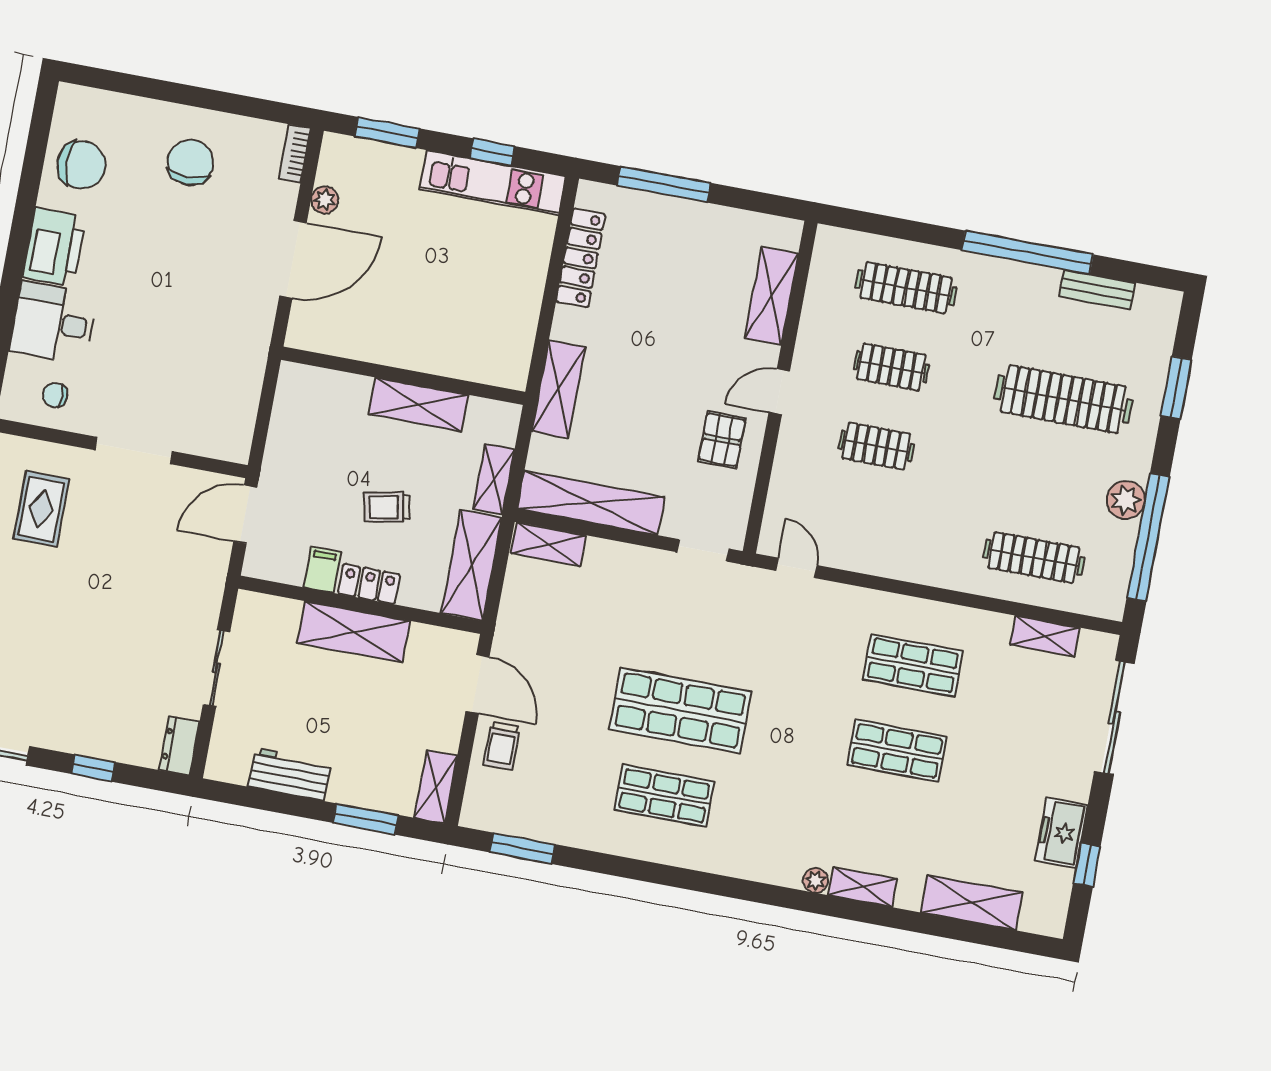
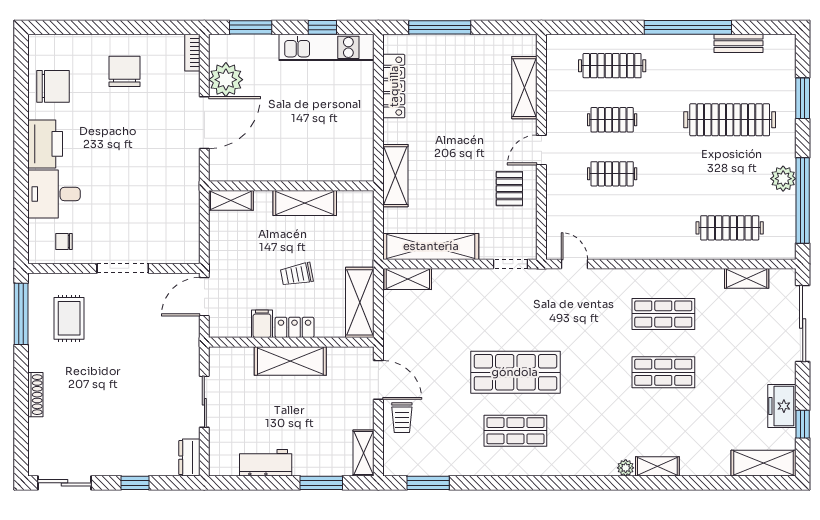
plant: (325, 200) -> (226, 80), width x1.87, depth x1.87
shelving: (494, 479) -> (231, 200), moved, turned 90
shelving: (972, 903) -> (763, 463), moved

